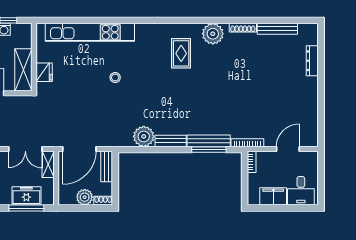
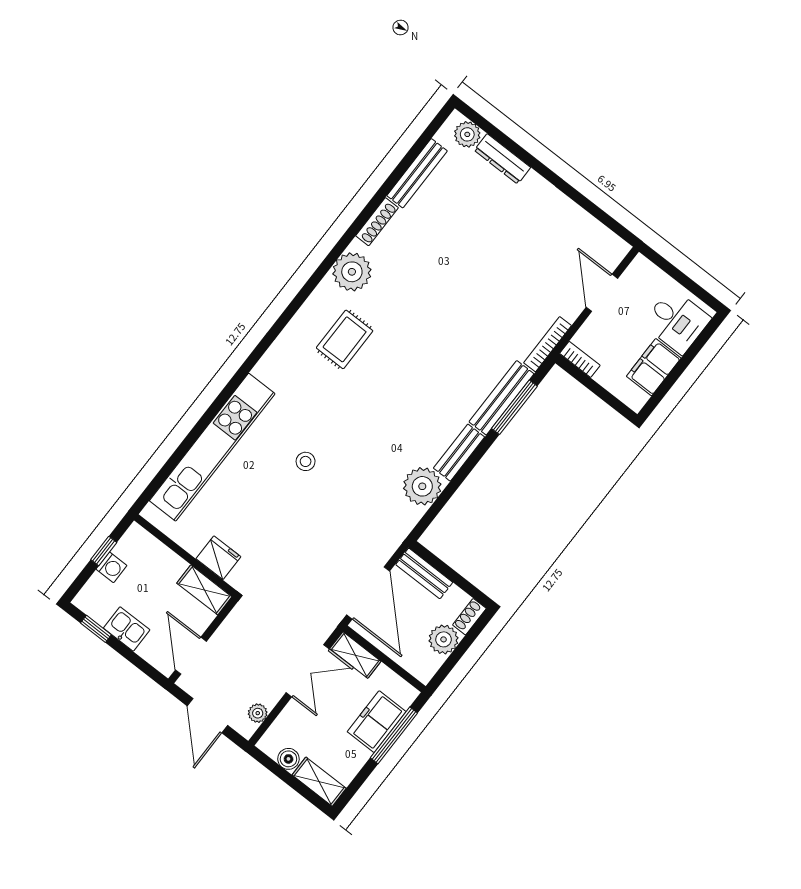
plant: (311, 37) -> (467, 134), added
rug: (181, 53) -> (345, 339), turned 90
shelving: (23, 70) -> (204, 590), width x0.67, depth x0.75

